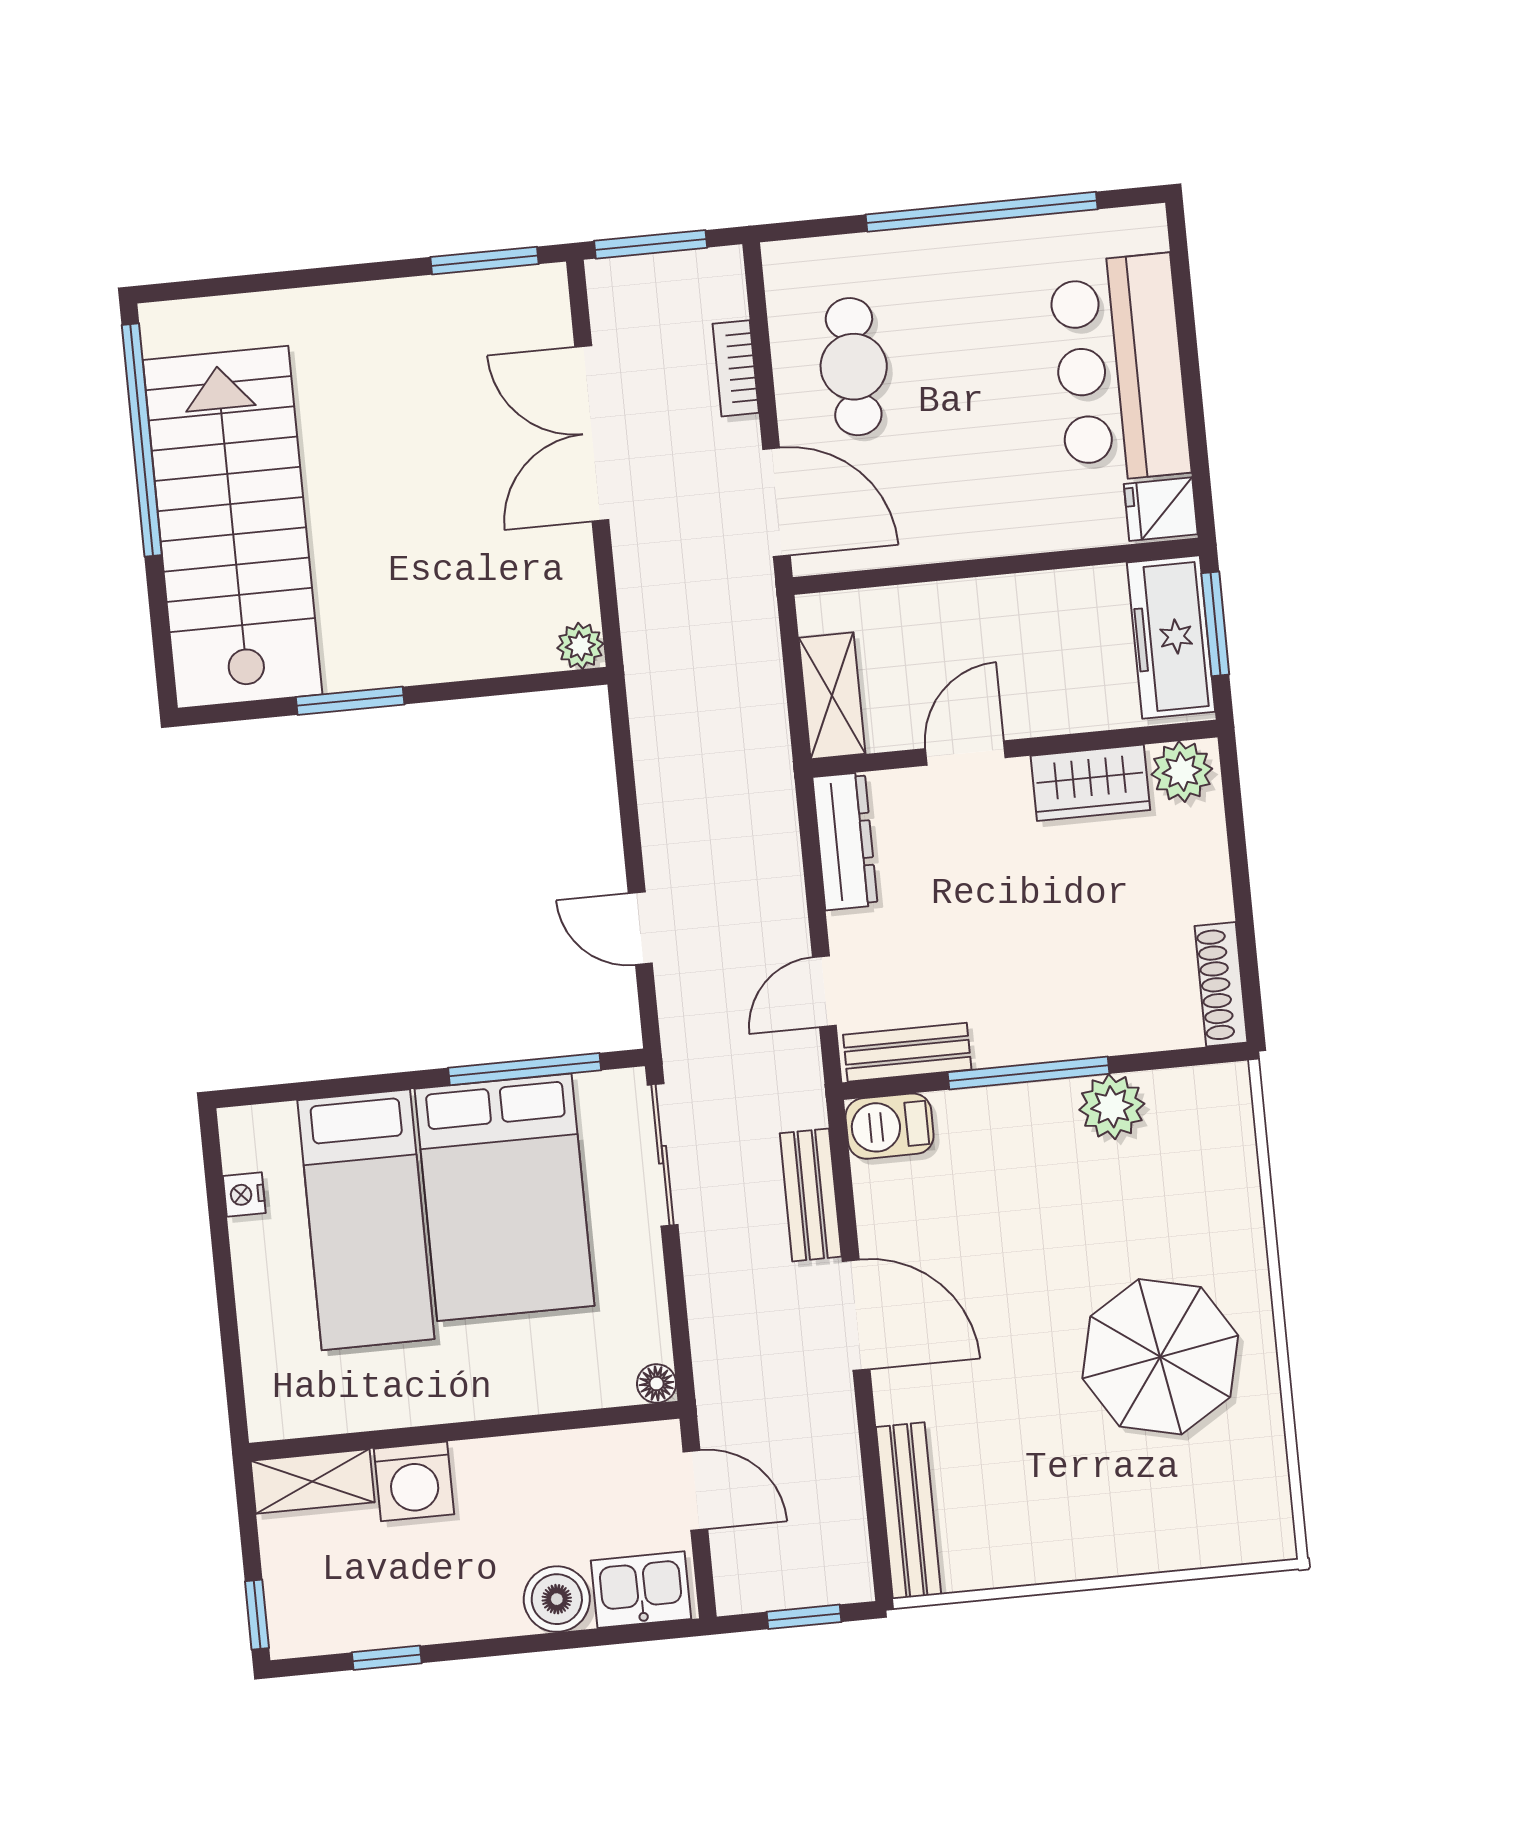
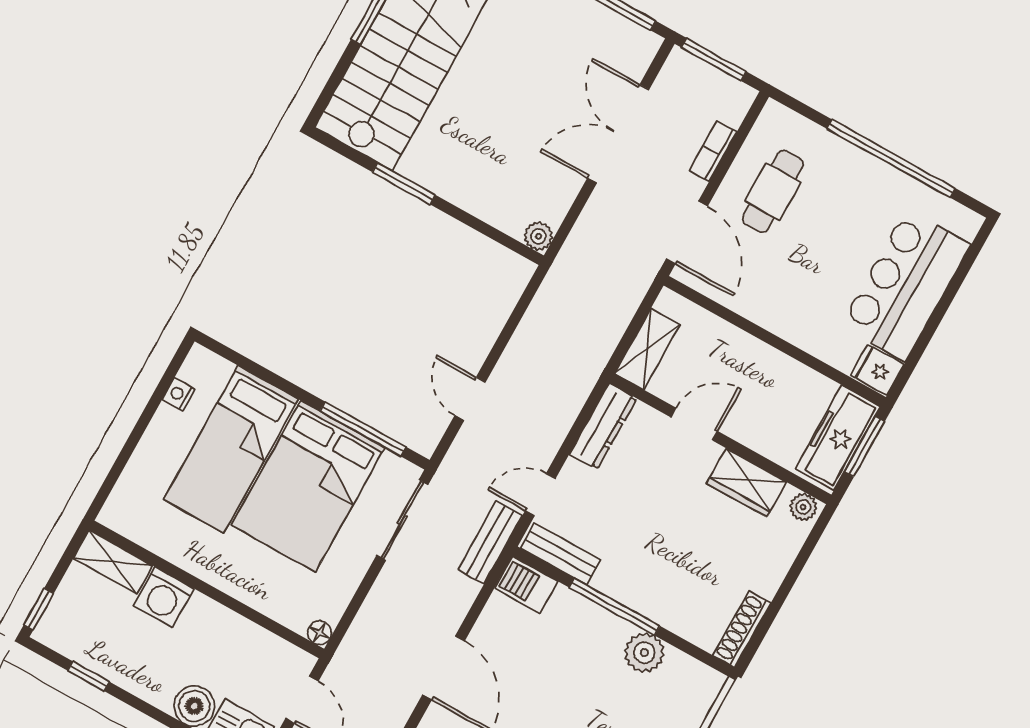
plant: (1182, 772) -> (803, 507), width x0.73, depth x0.73
bench: (811, 1195) -> (490, 543), moved

